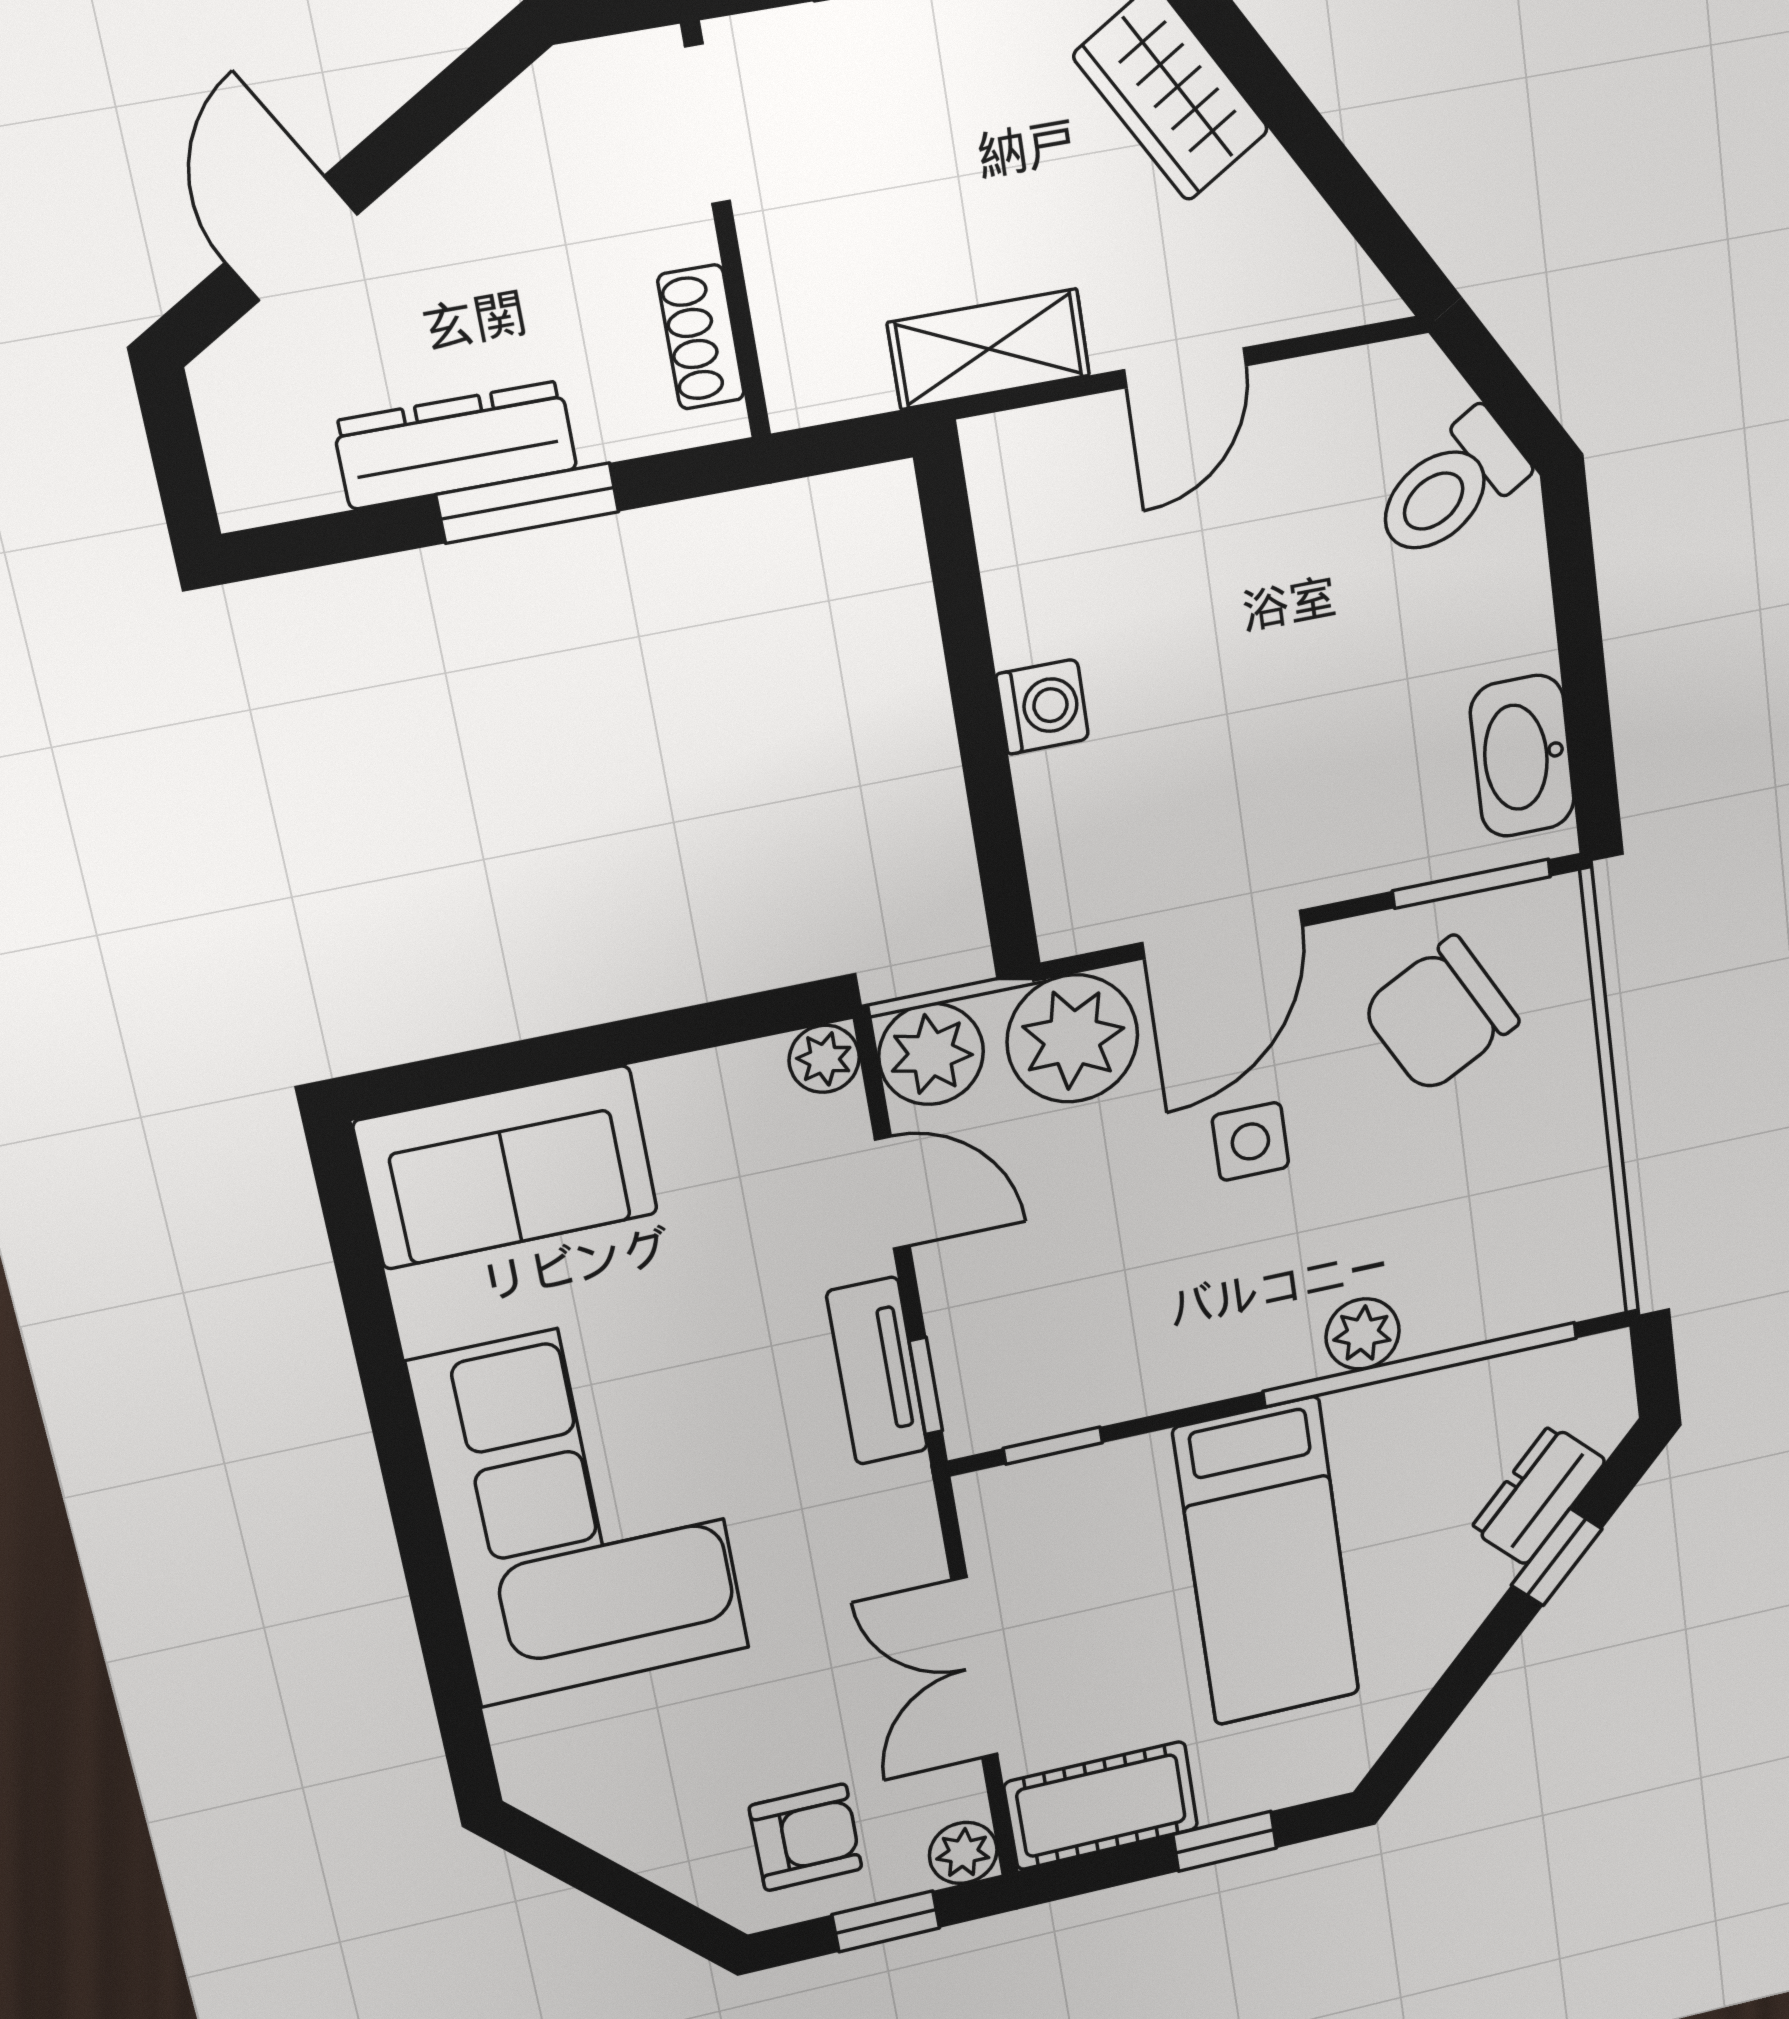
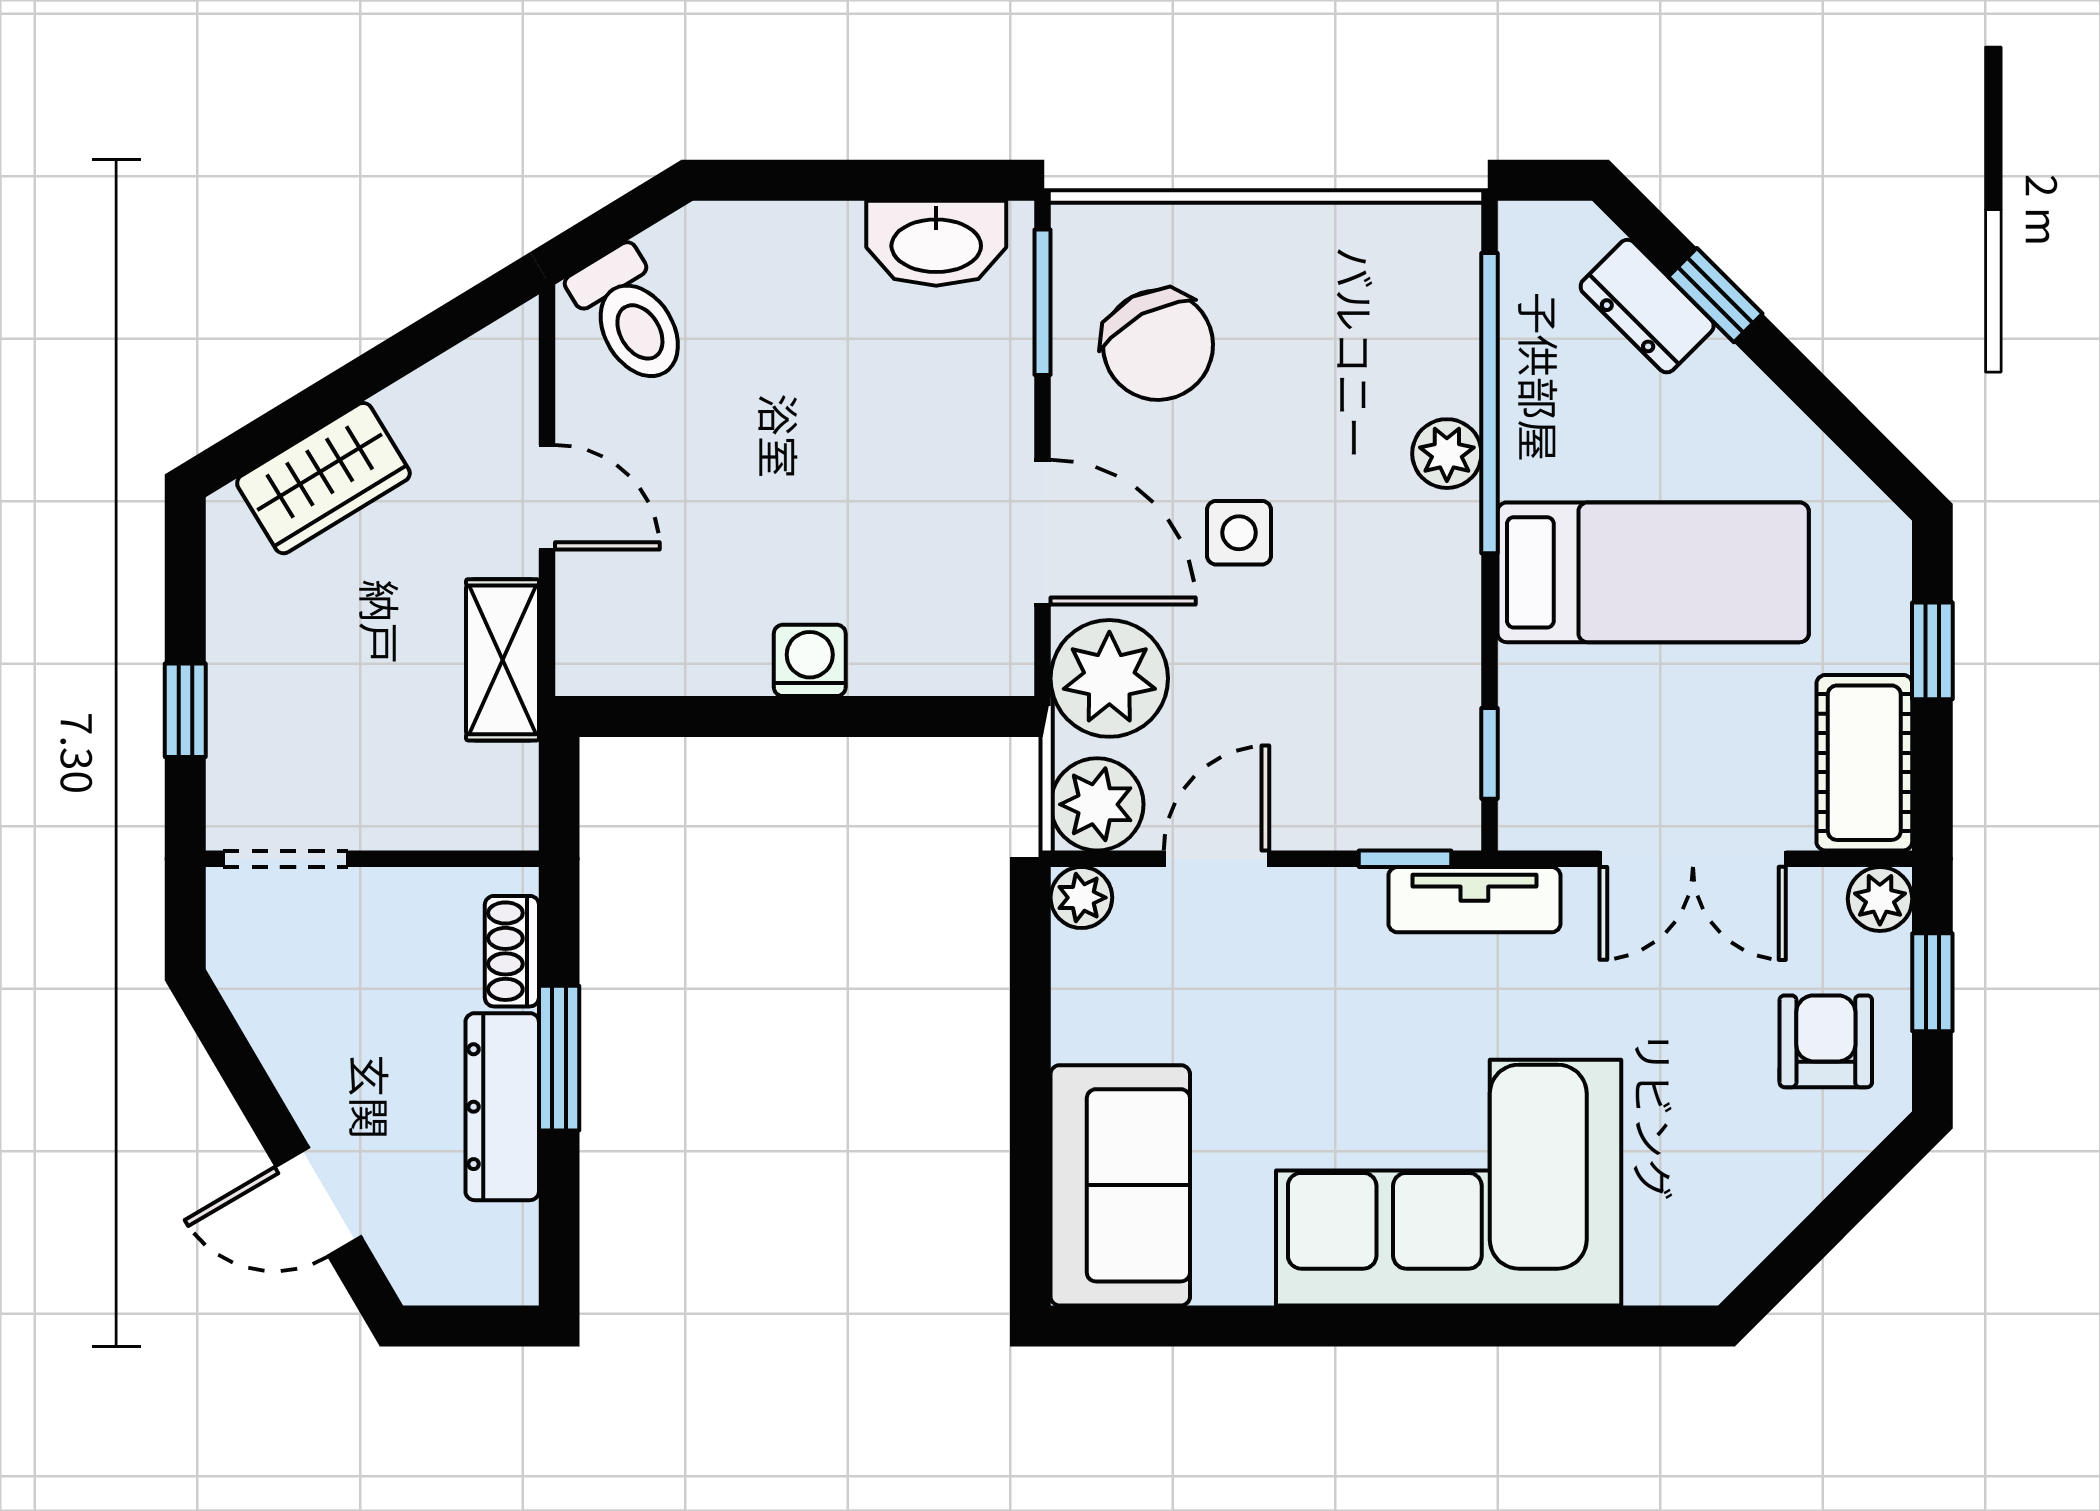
shoe rack: (701, 337) -> (512, 951), moved, turned 90
toilet: (1450, 487) -> (630, 316), moved
tv unit: (877, 1371) -> (1474, 900), moved

